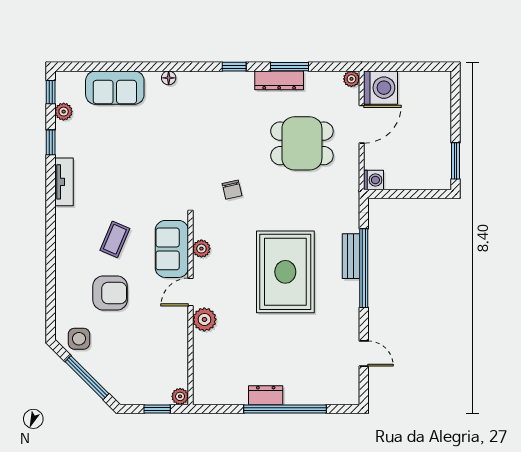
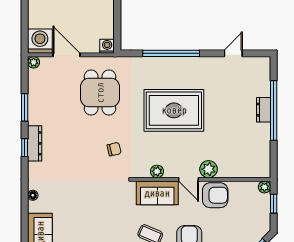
dresser: (279, 80) -> (35, 143), moved
dining table: (302, 143) -> (100, 93), moved
bench: (351, 256) -> (162, 63), removed
armchair: (169, 329) -> (215, 195), added
dresser: (266, 395) -> (264, 110), moved

